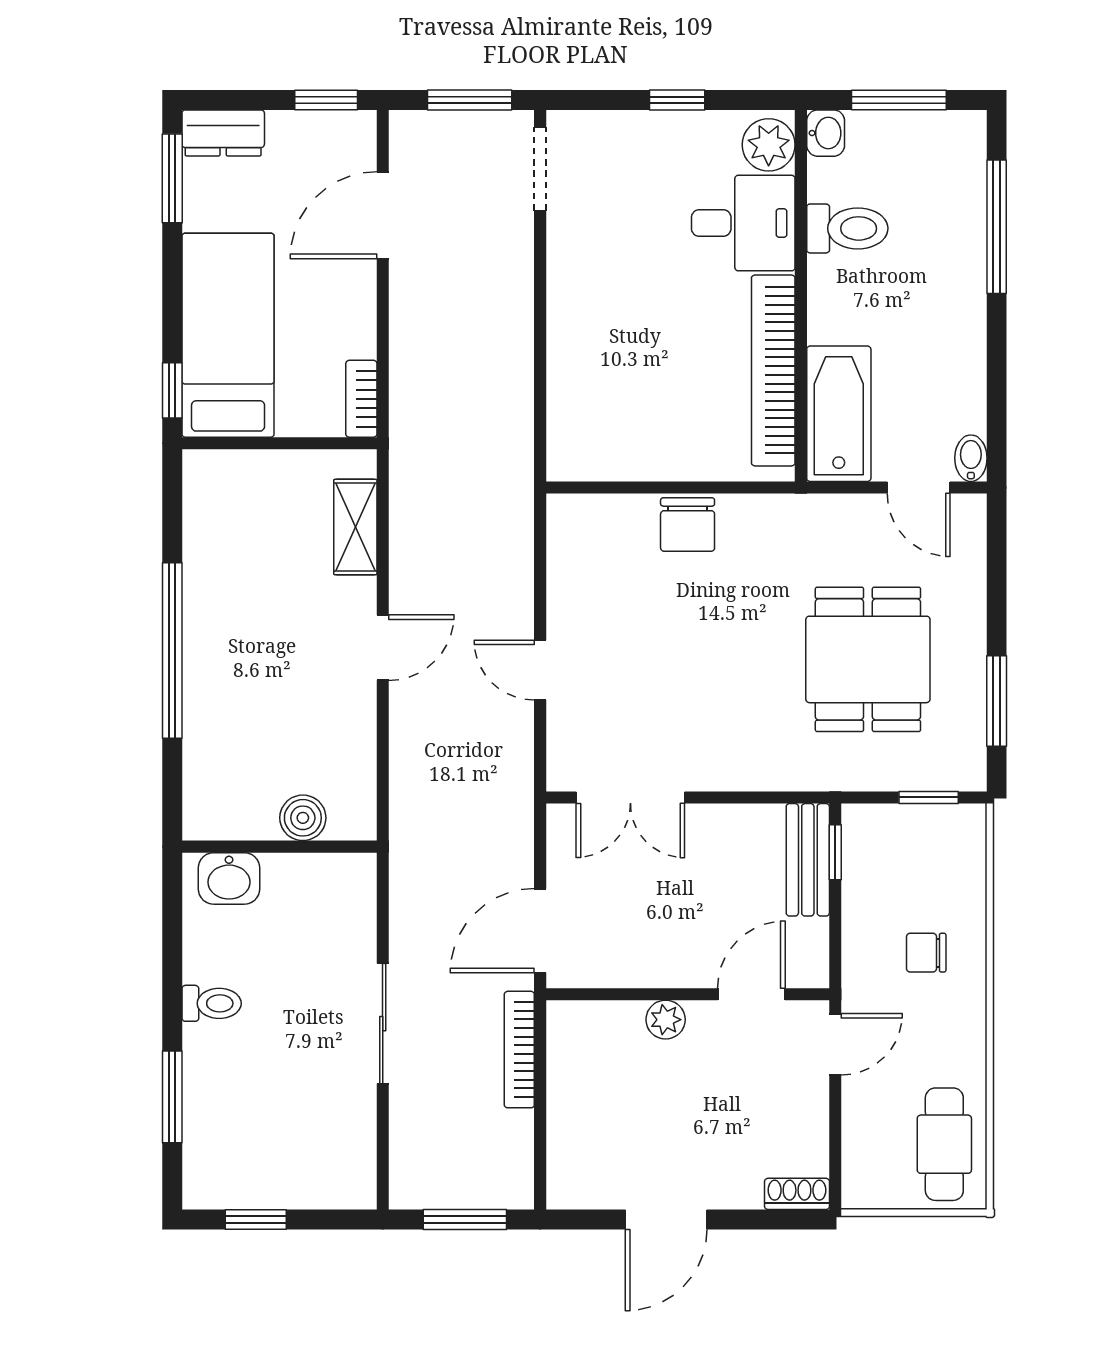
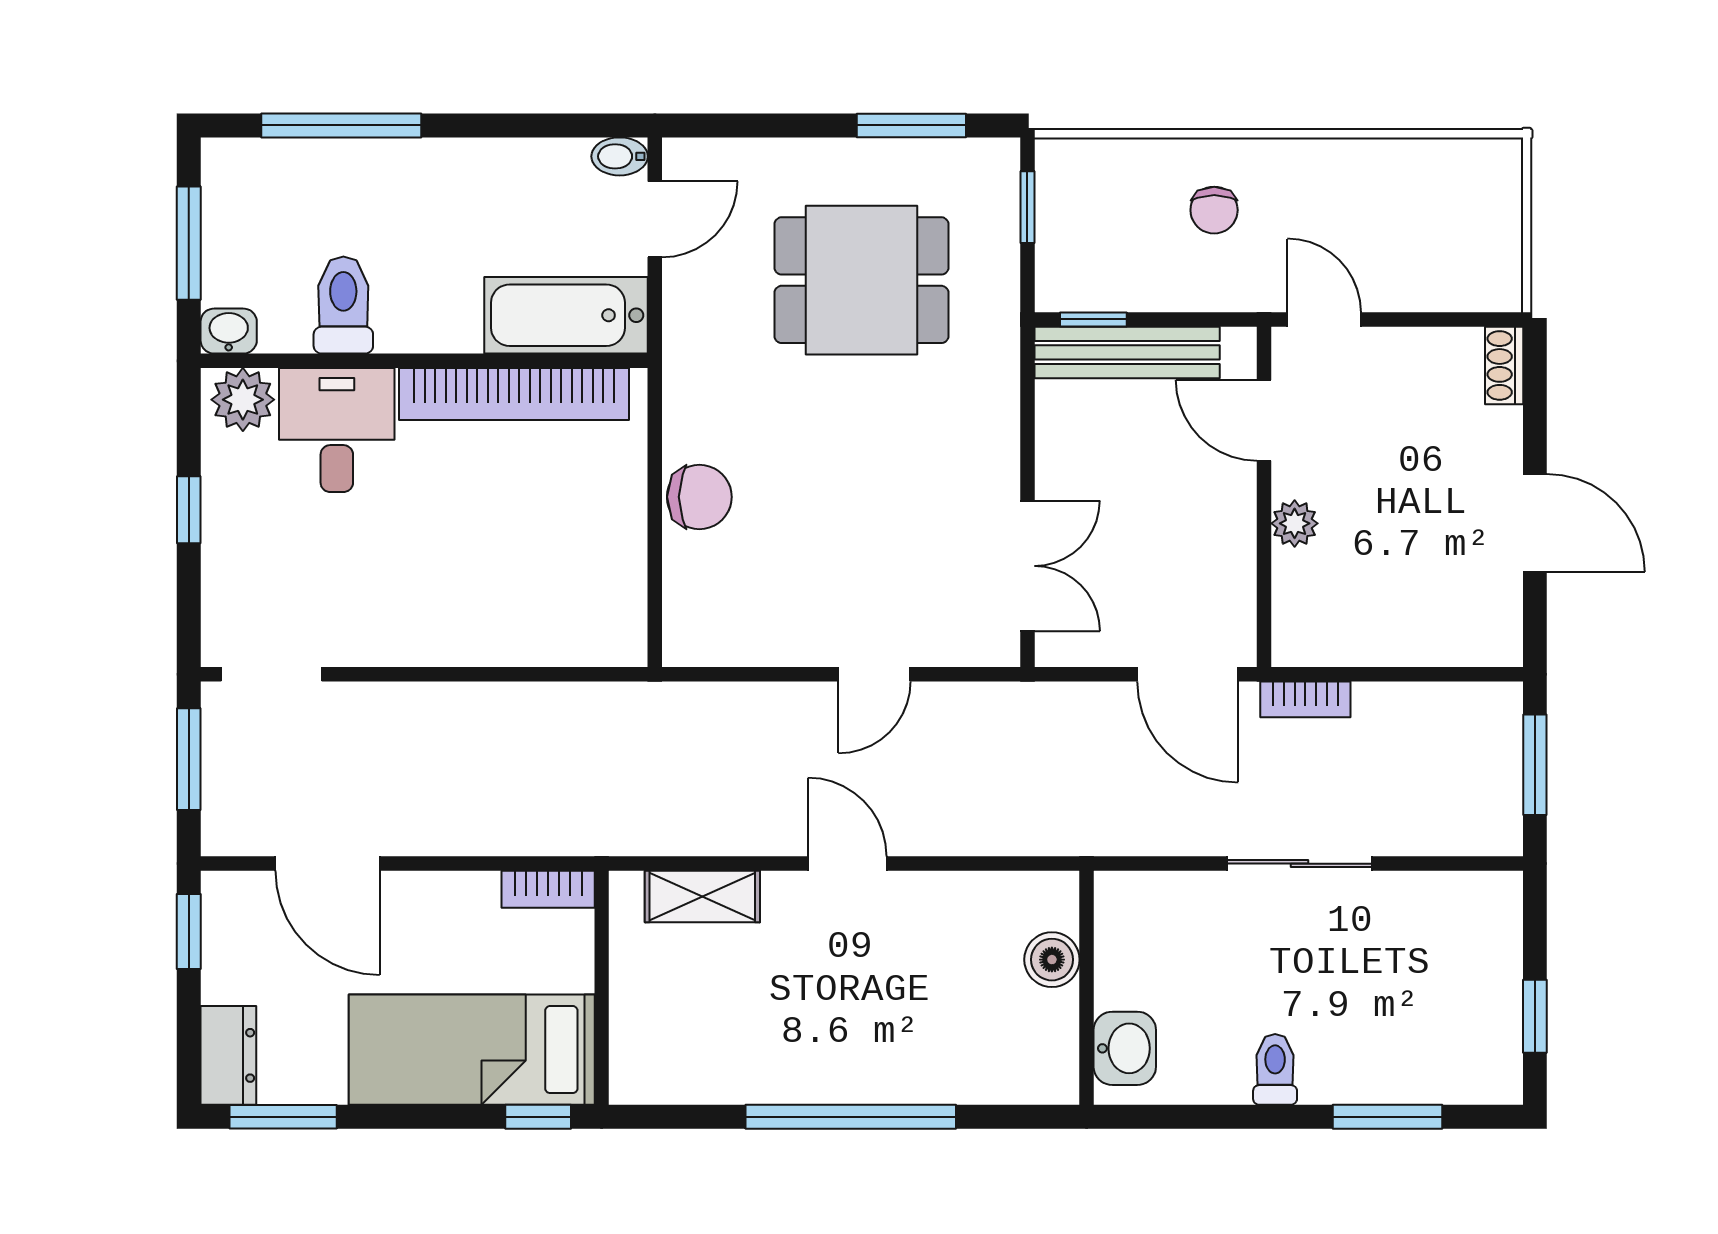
bench: (808, 860) -> (1127, 352), width x1.36
bookcase: (519, 1050) -> (1305, 699), width x0.64
cafe table: (944, 1144) -> (1444, 188), removed

